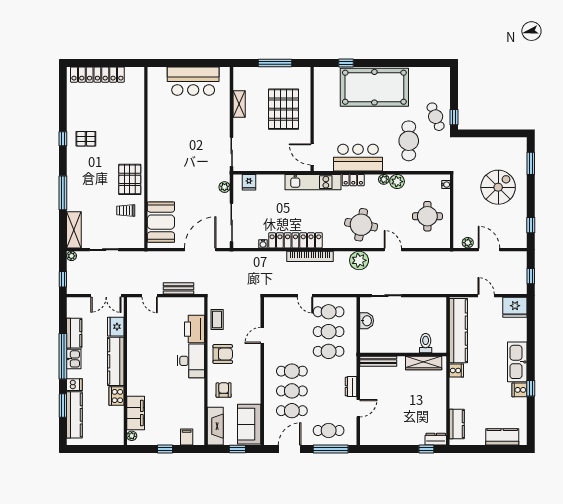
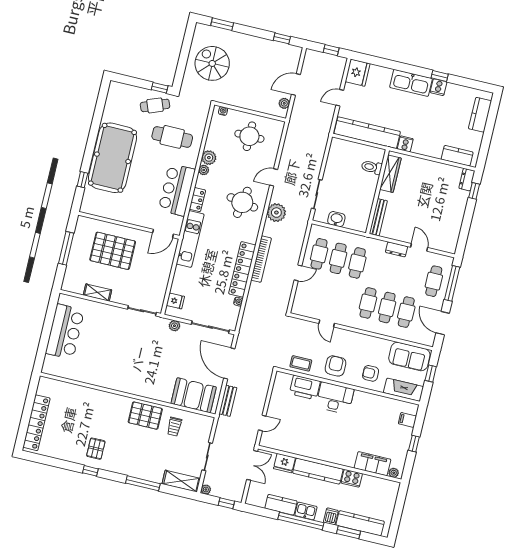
spiral stairs: (498, 187) -> (212, 63), moved
bench: (178, 288) -> (228, 401), moved

